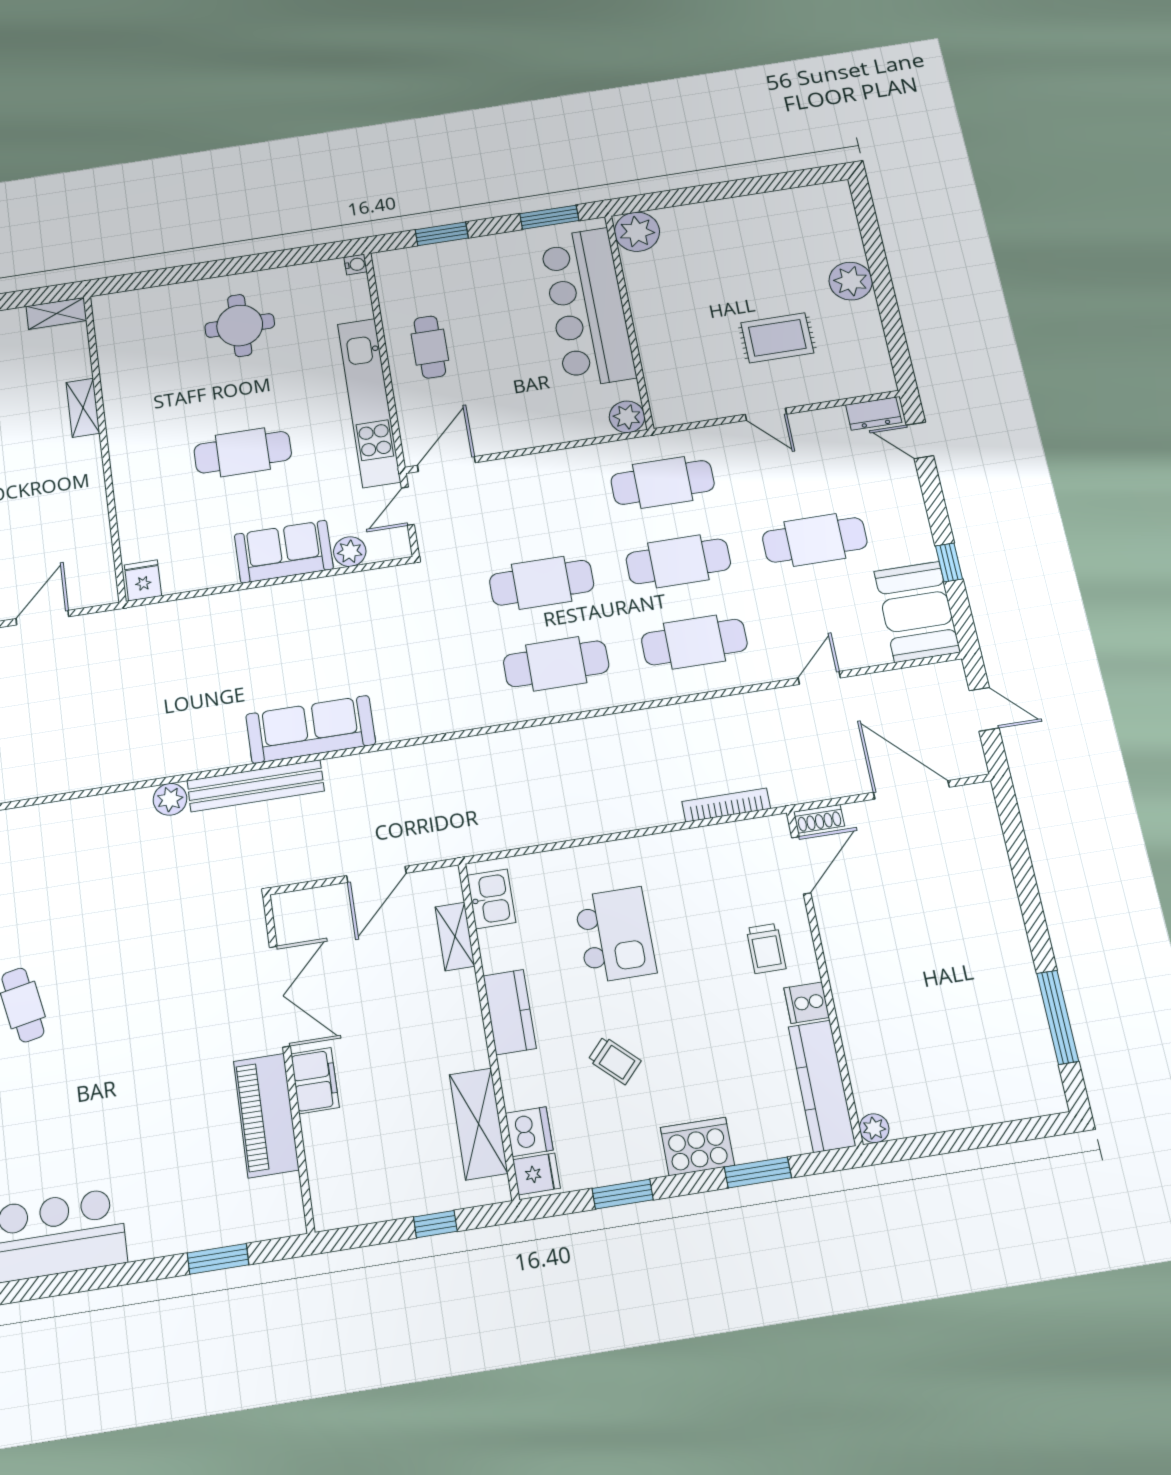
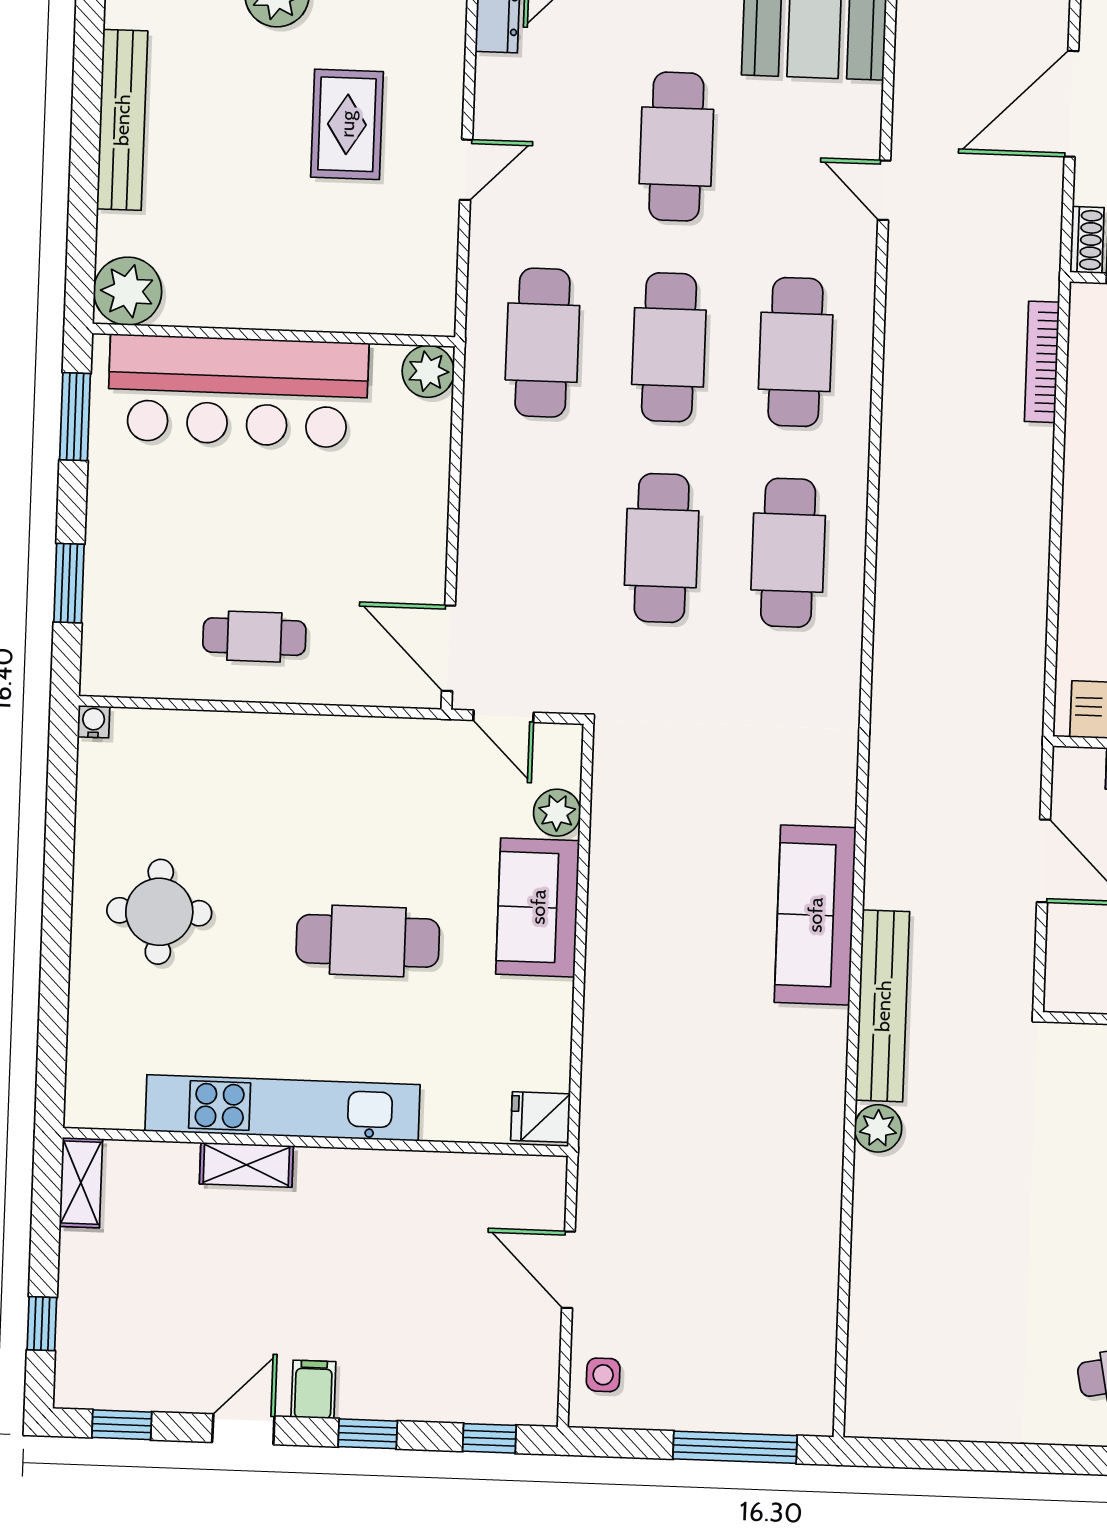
bench: (746, 208) -> (122, 120), added
kitchen unit: (369, 402) -> (282, 1108), moved, turned 180
cafe table: (243, 452) -> (368, 941), turned 90

